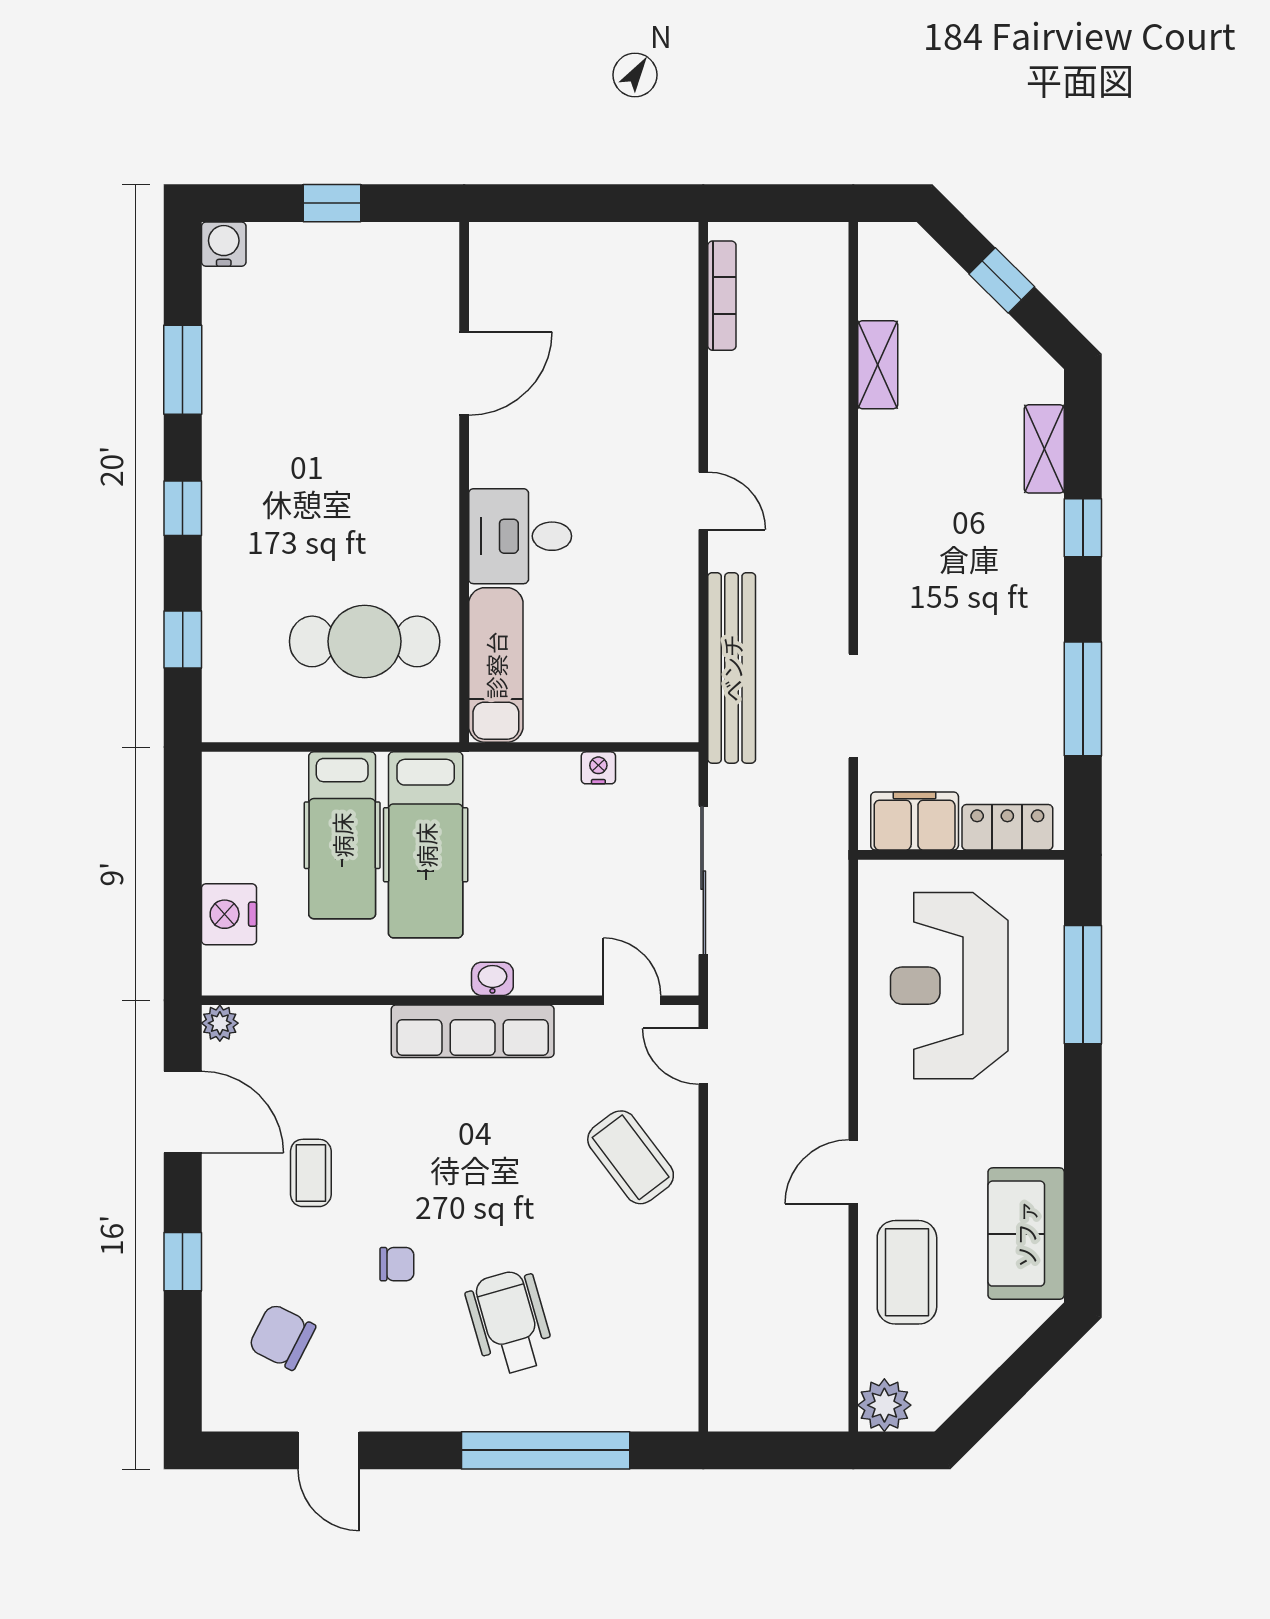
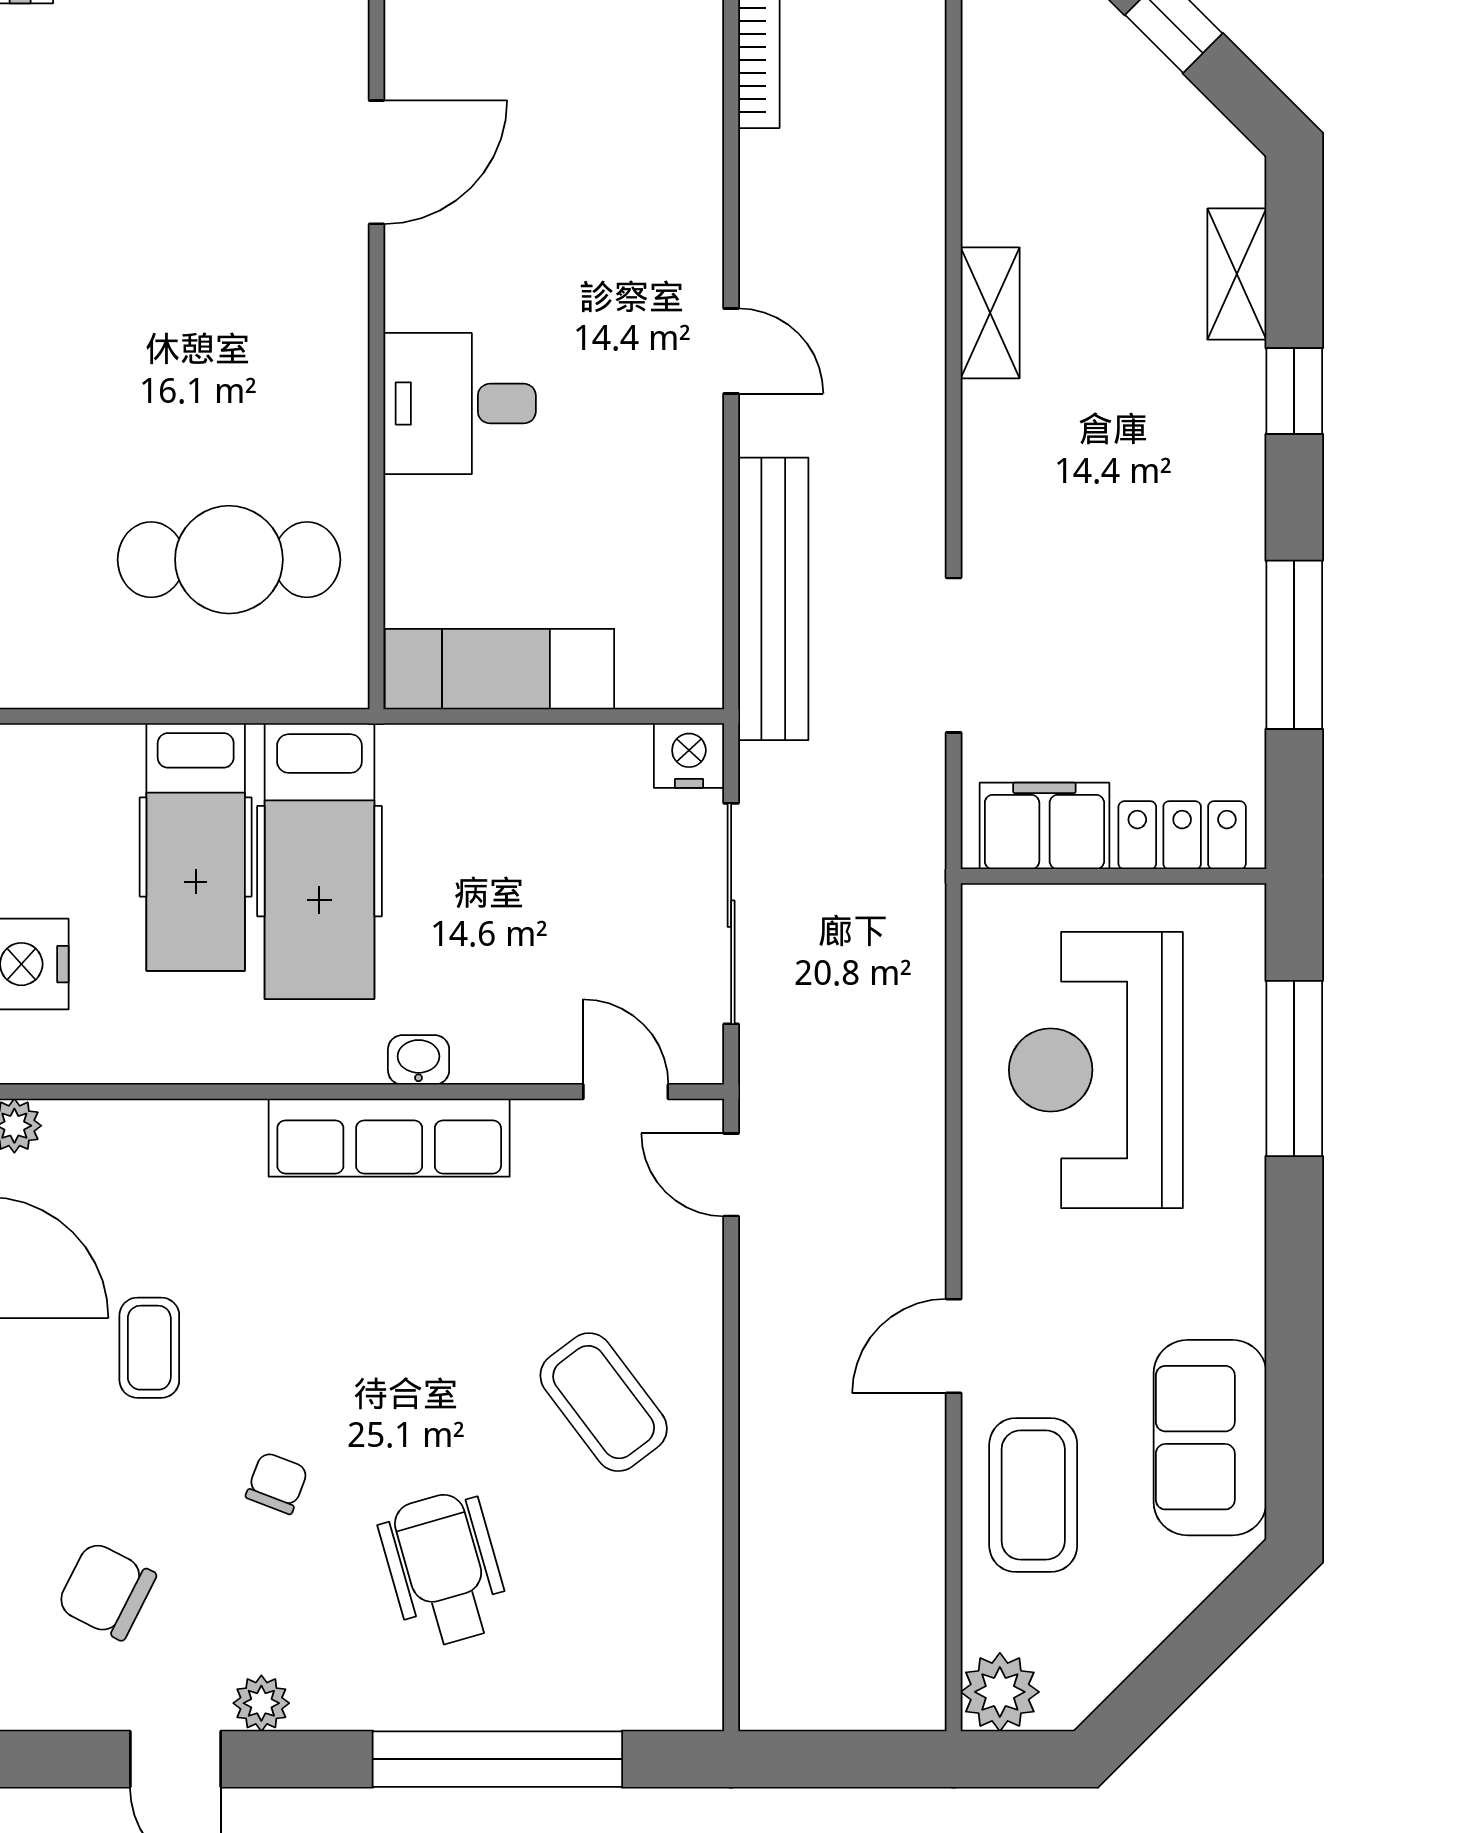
shelving: (878, 365) -> (990, 313), moved
exam couch: (496, 665) -> (499, 669), moved, turned -90
nightstand: (598, 768) -> (689, 756), moved, width x1.39, depth x1.35
coffee table: (631, 1157) -> (604, 1402), moved
chair: (397, 1264) -> (277, 1483), turned -69
plant: (386, 1413) -> (261, 1703), added

